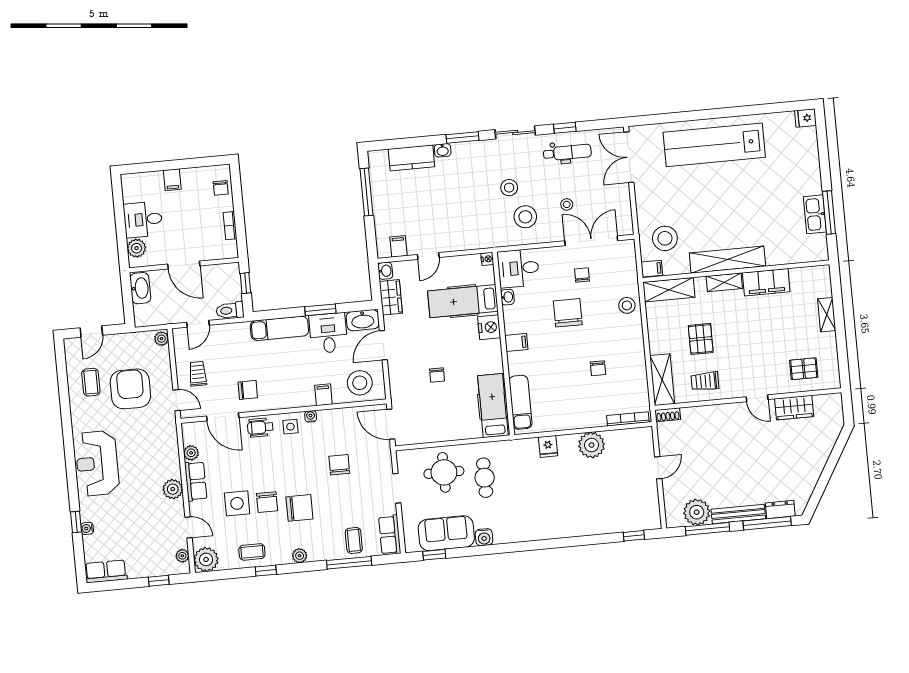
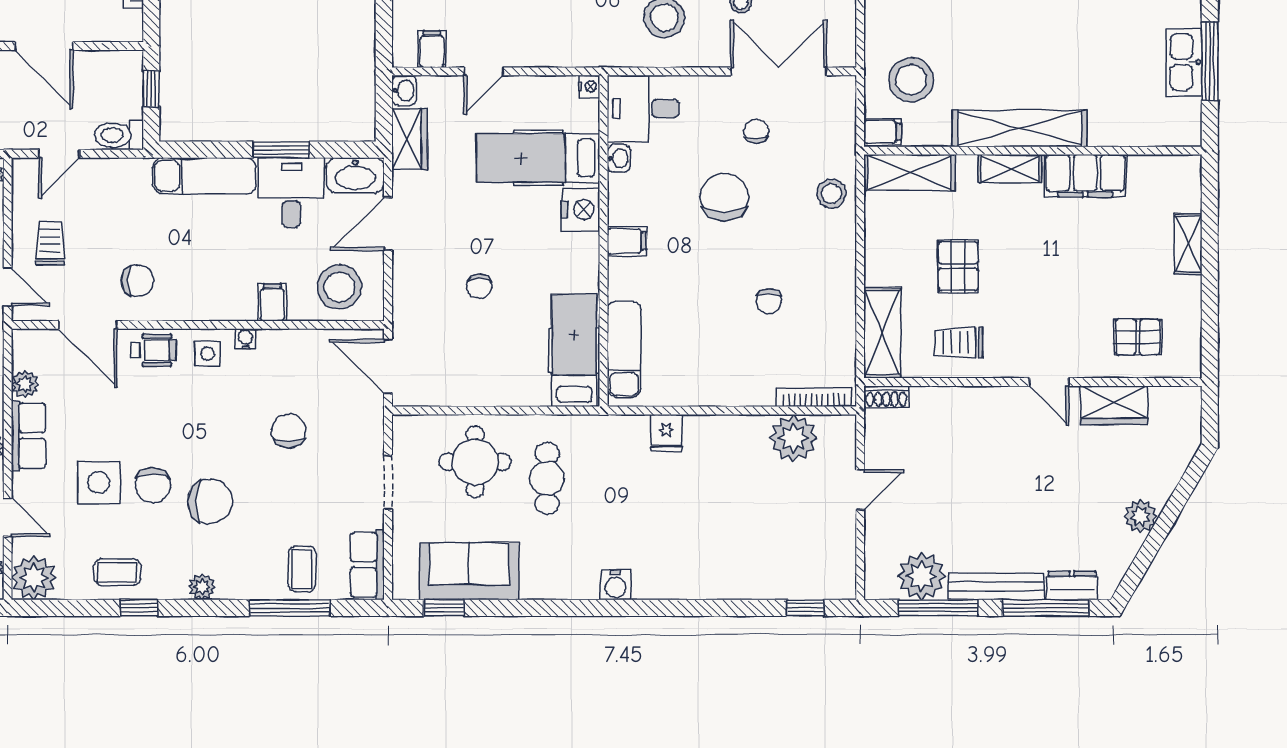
wheelchair: (260, 427) -> (153, 350), turned 180
plant: (592, 445) -> (793, 438), moved
plant: (815, 468) -> (1141, 516), added
water cooler: (484, 537) -> (615, 585), moved

